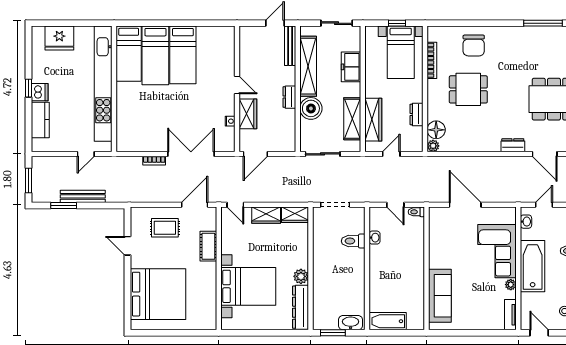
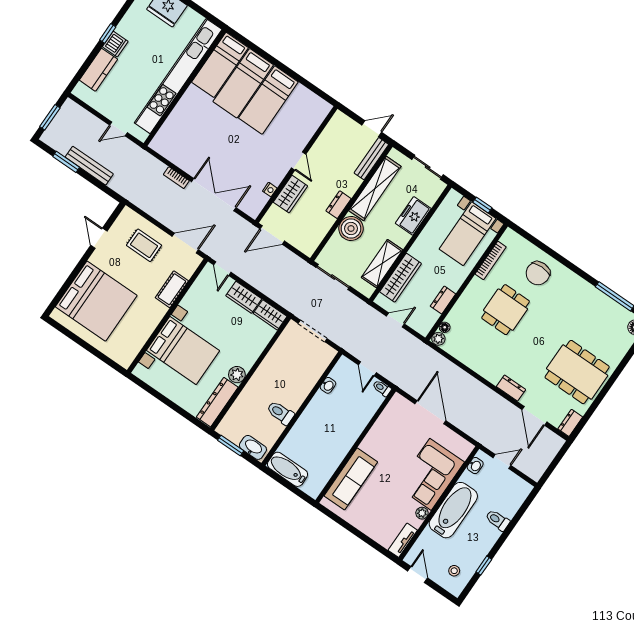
dining table: (468, 89) -> (506, 310), turned 90
floor lamp: (436, 130) -> (445, 327), width x0.53, depth x0.53
toilet: (353, 241) -> (280, 413), moved

